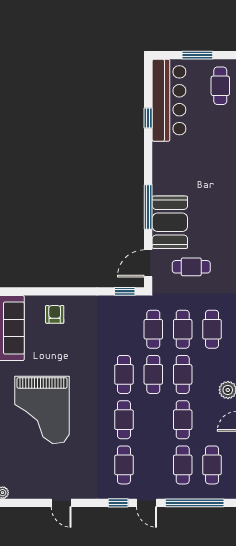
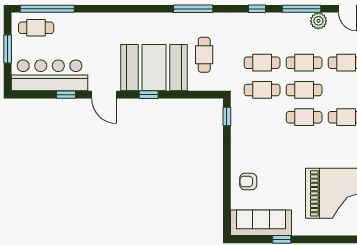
window: (148, 207) -> (149, 95), width x0.46
booth: (170, 222) -> (154, 68), width x1.36, depth x1.42
door: (148, 263) -> (104, 95), moved
cafe table: (212, 329) -> (262, 35), removed

